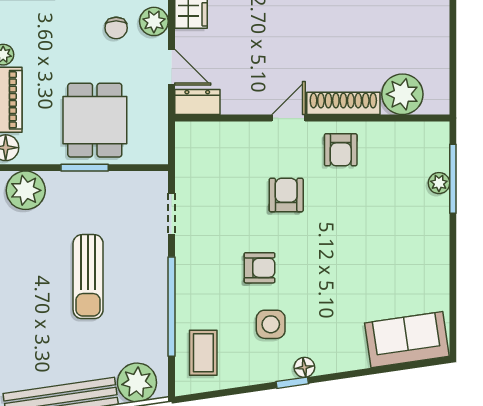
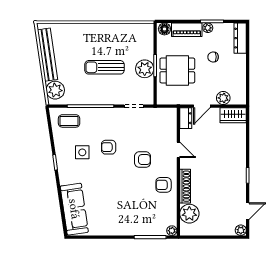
chair: (116, 28) -> (213, 57), moved
door: (288, 118) -> (178, 150), moved
plant: (439, 183) -> (172, 231), moved
plant: (26, 190) -> (145, 69), moved
armchair: (260, 268) -> (109, 147), turned 90
sofa: (407, 340) -> (74, 209), width x1.36
floor lamp: (304, 367) -> (62, 168), removed

